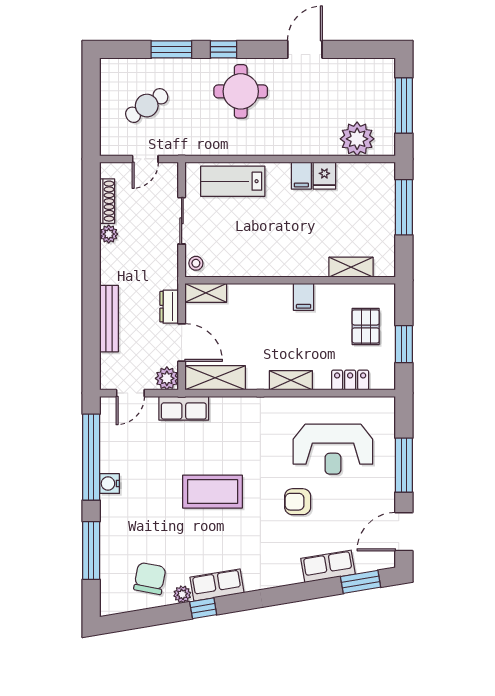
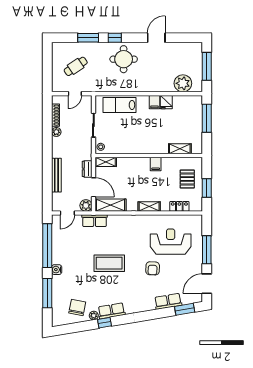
reception desk: (333, 449) -> (171, 242), turned 180
water cooler: (110, 484) -> (57, 270), moved
armchair: (298, 502) -> (153, 268), turned -88

